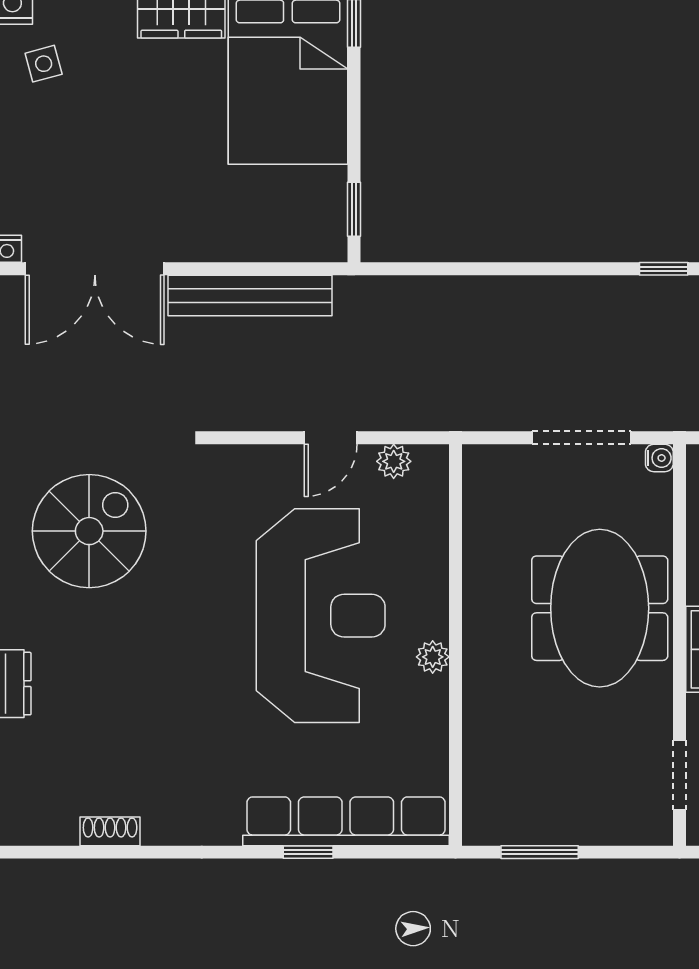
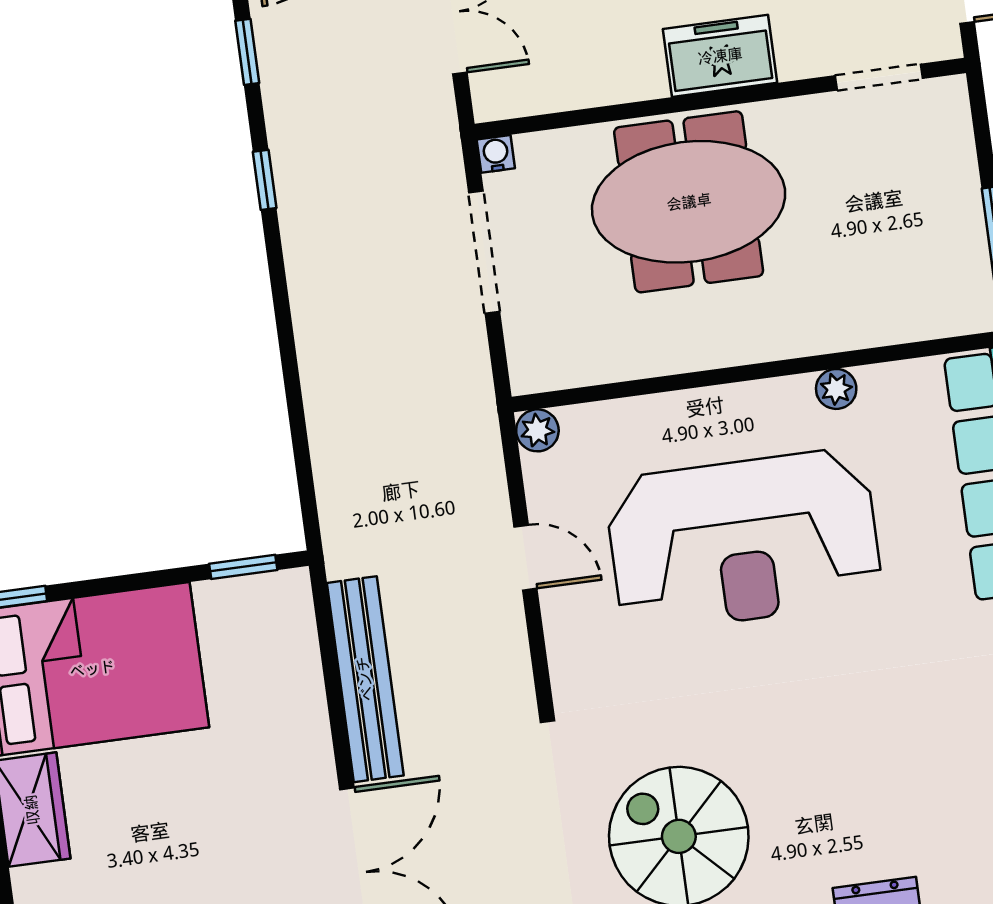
plant: (394, 461) -> (537, 430), moved
reception desk: (321, 616) -> (744, 541), turned 180
plant: (433, 657) -> (836, 389), moved

